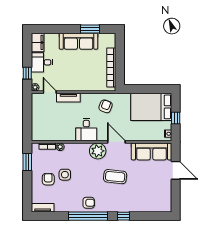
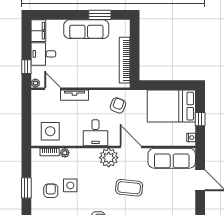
side table: (48, 128) -> (50, 131), added
window: (27, 162) -> (26, 188), moved

